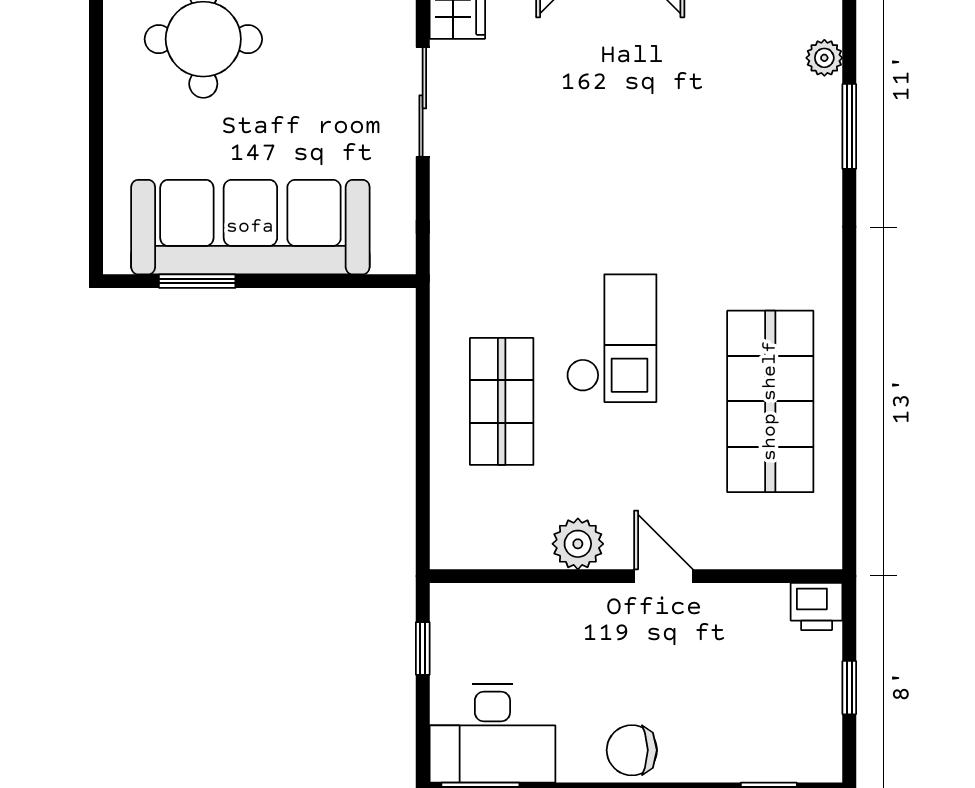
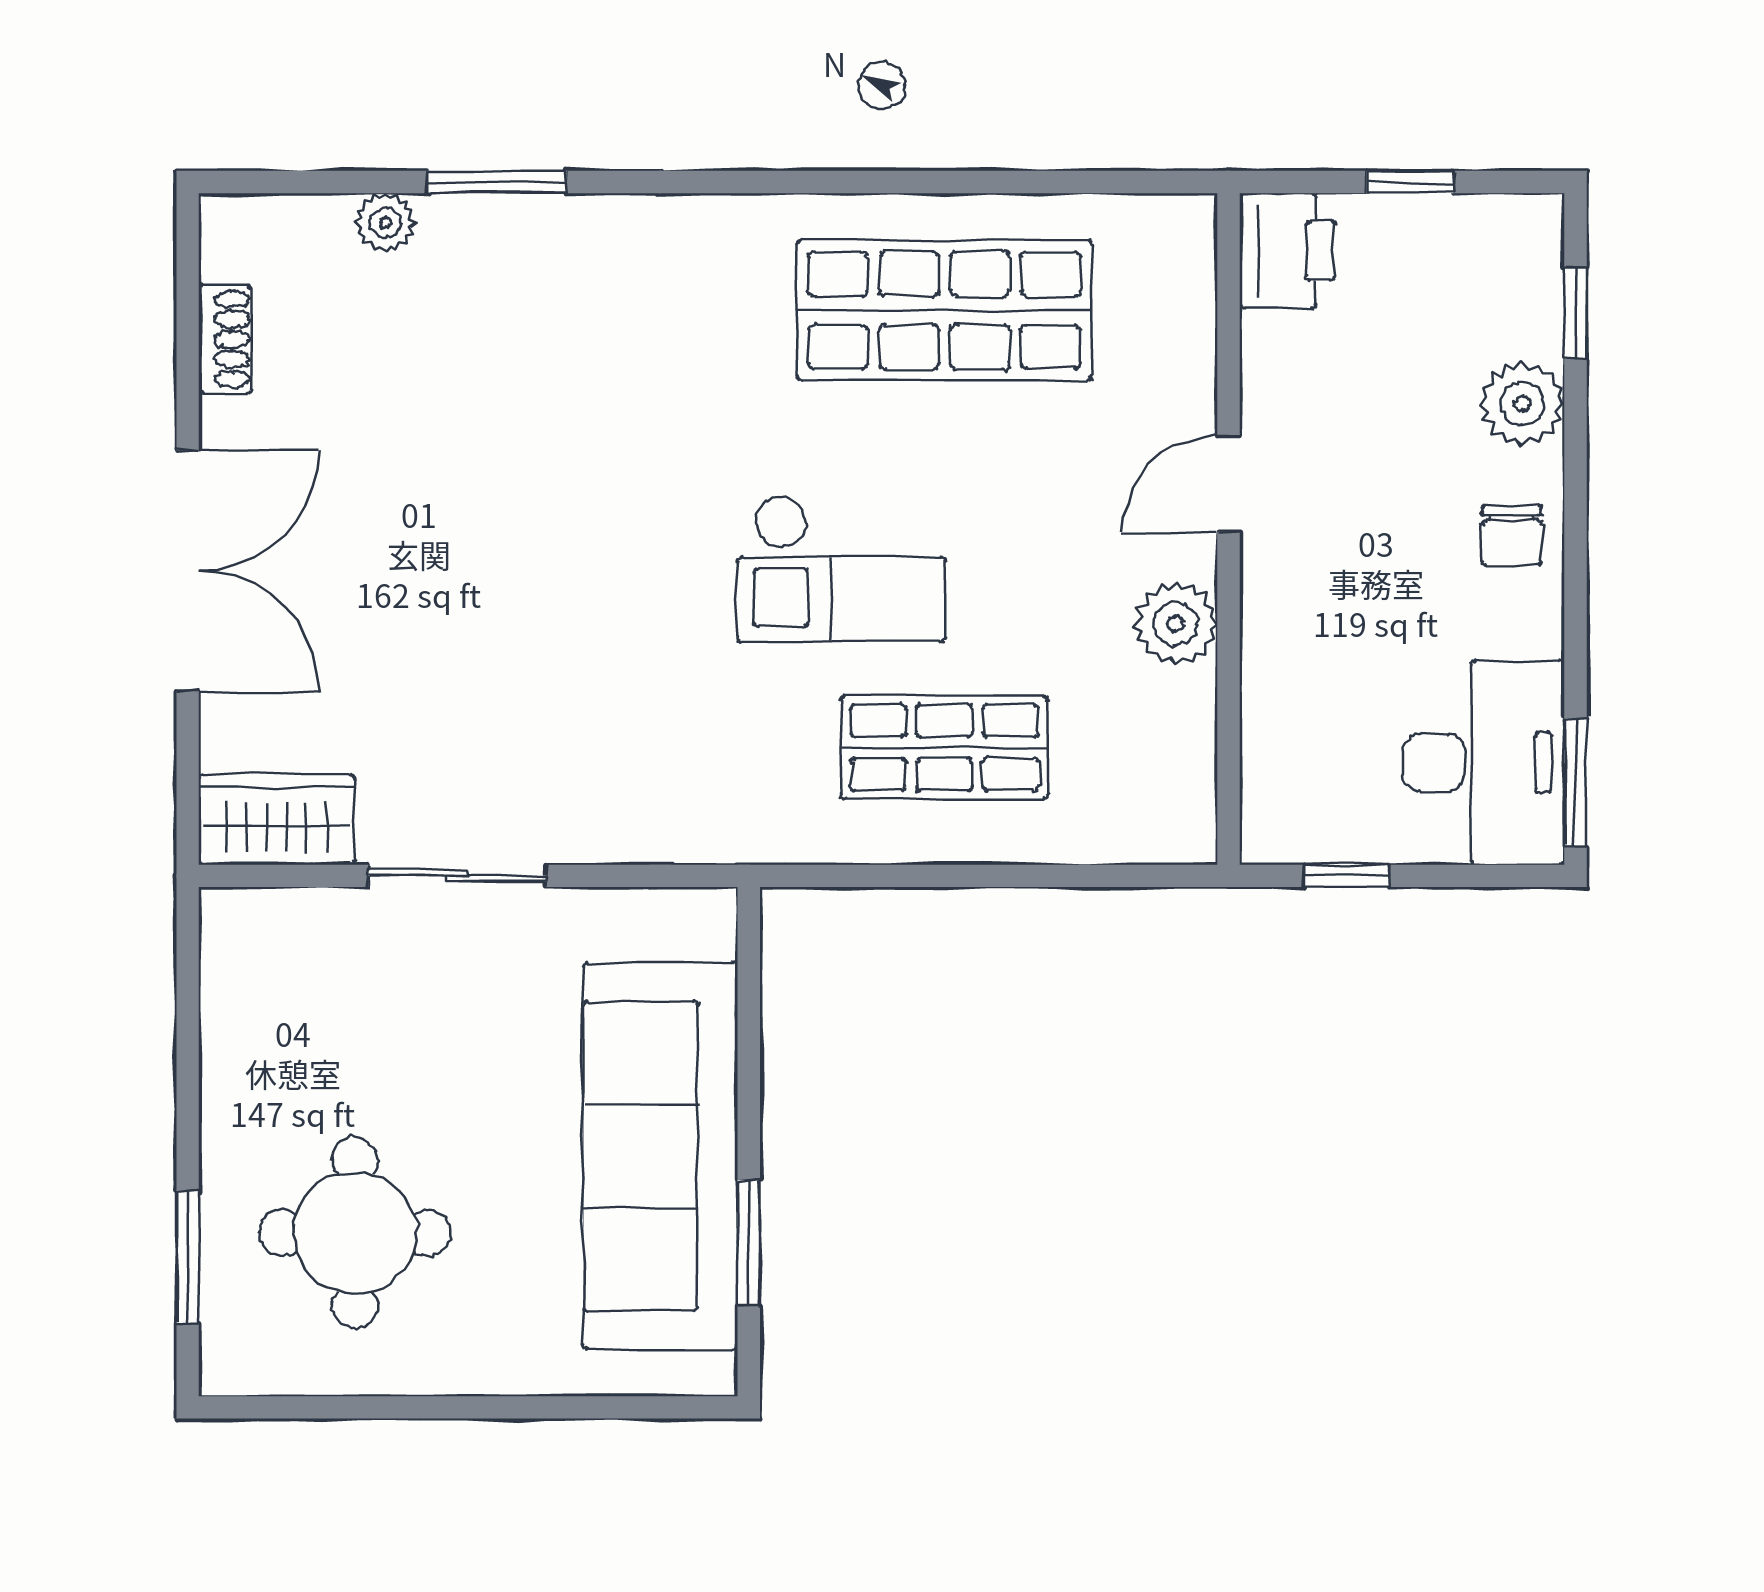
checkout: (612, 338) -> (841, 569), turned 180
printer: (817, 606) -> (1287, 250), width x1.36, depth x1.24
chair: (632, 750) -> (1512, 536), width x0.73, depth x0.73
plant: (713, 757) -> (1522, 404), added

